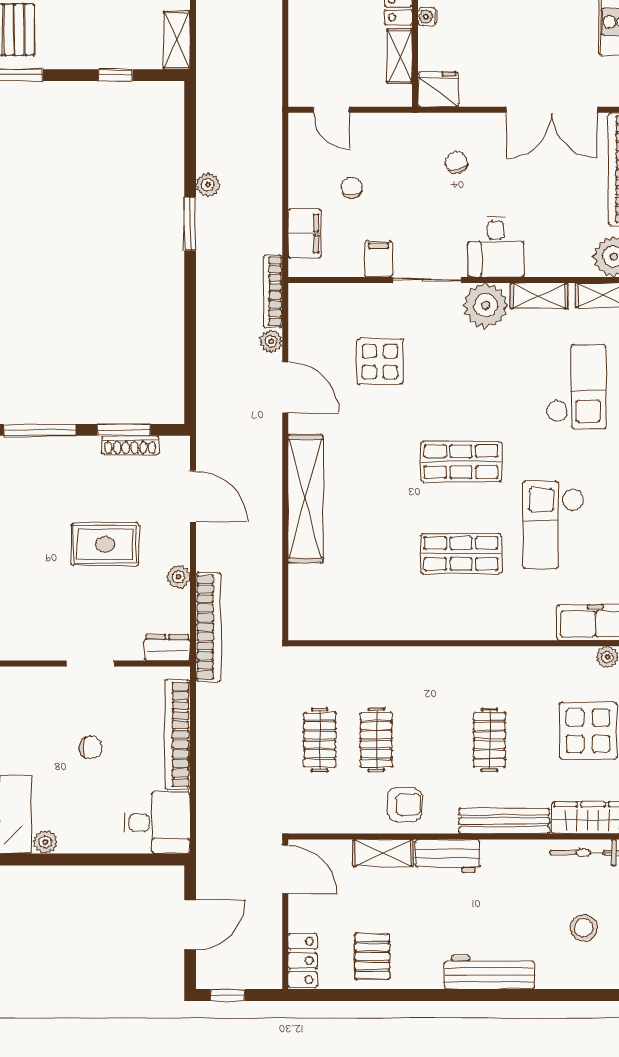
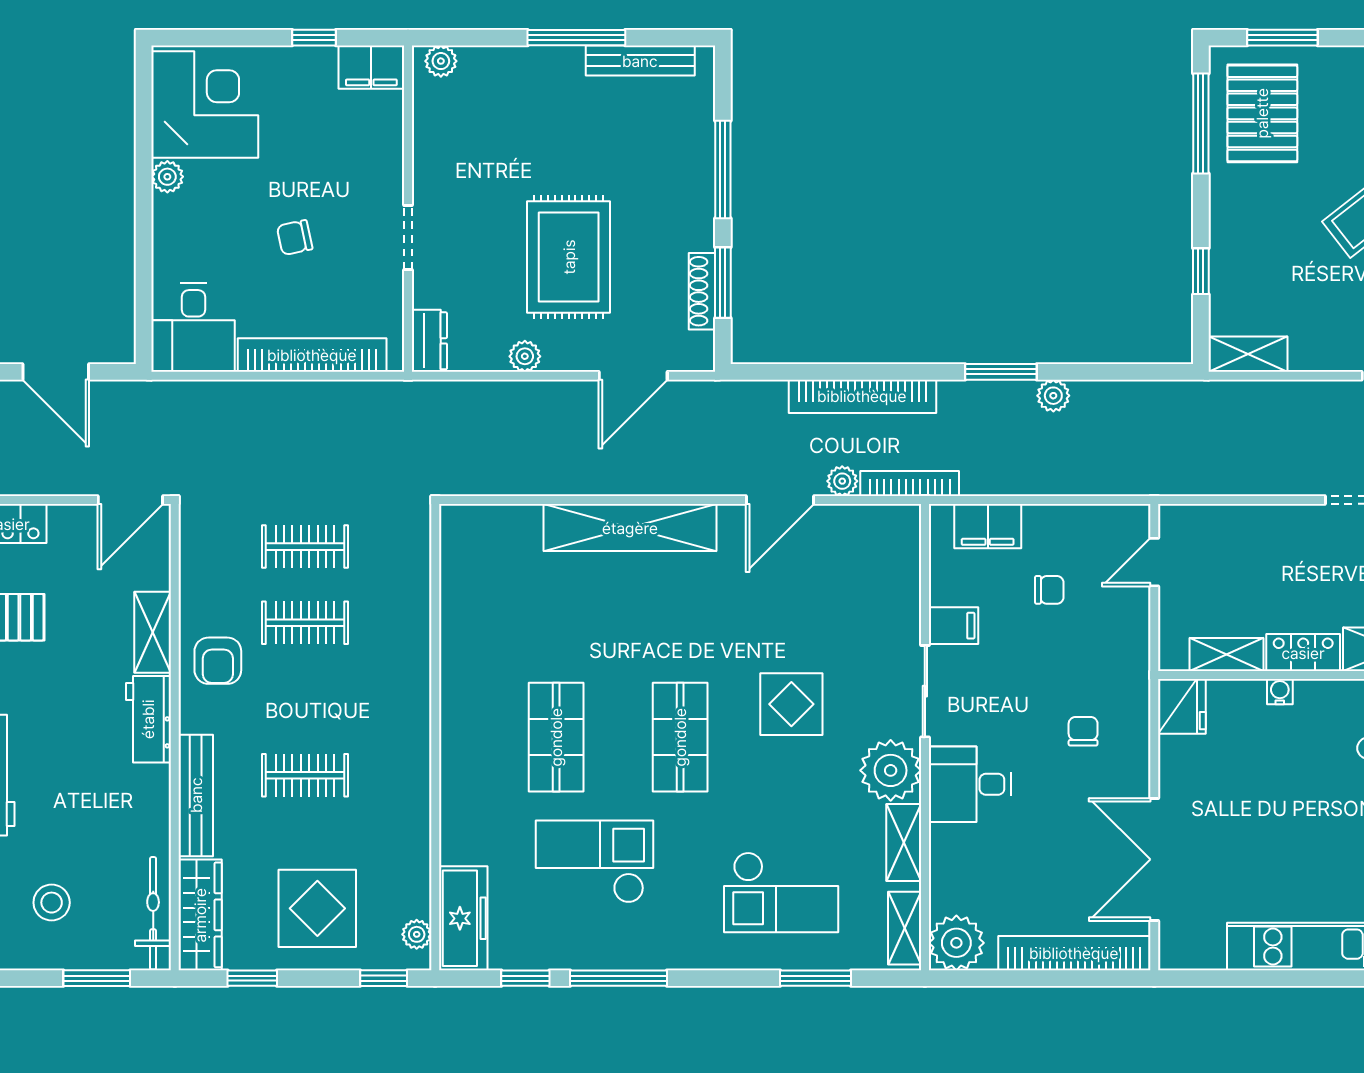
chair: (457, 163) -> (1083, 731), turned -75
display table: (380, 362) -> (791, 704), moved
rug: (105, 544) -> (569, 257), width x1.36, depth x1.43
bookcase: (208, 627) -> (862, 396), moved
chair: (90, 748) -> (295, 238), turned 78

